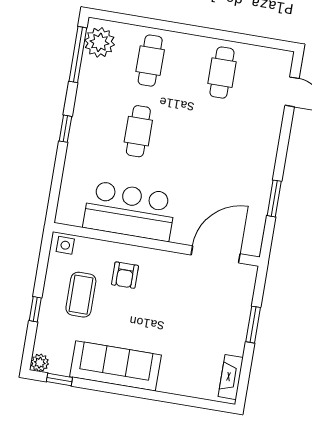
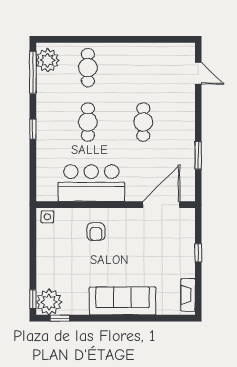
cafe table: (222, 73) -> (143, 122), moved
coffee table: (81, 295) -> (65, 252), removed
window: (35, 309) -> (33, 299), moved
window: (253, 325) -> (198, 253), width x0.67
plant: (40, 363) -> (49, 302), width x1.88, depth x1.88
sofa: (116, 366) -> (123, 301), moved

